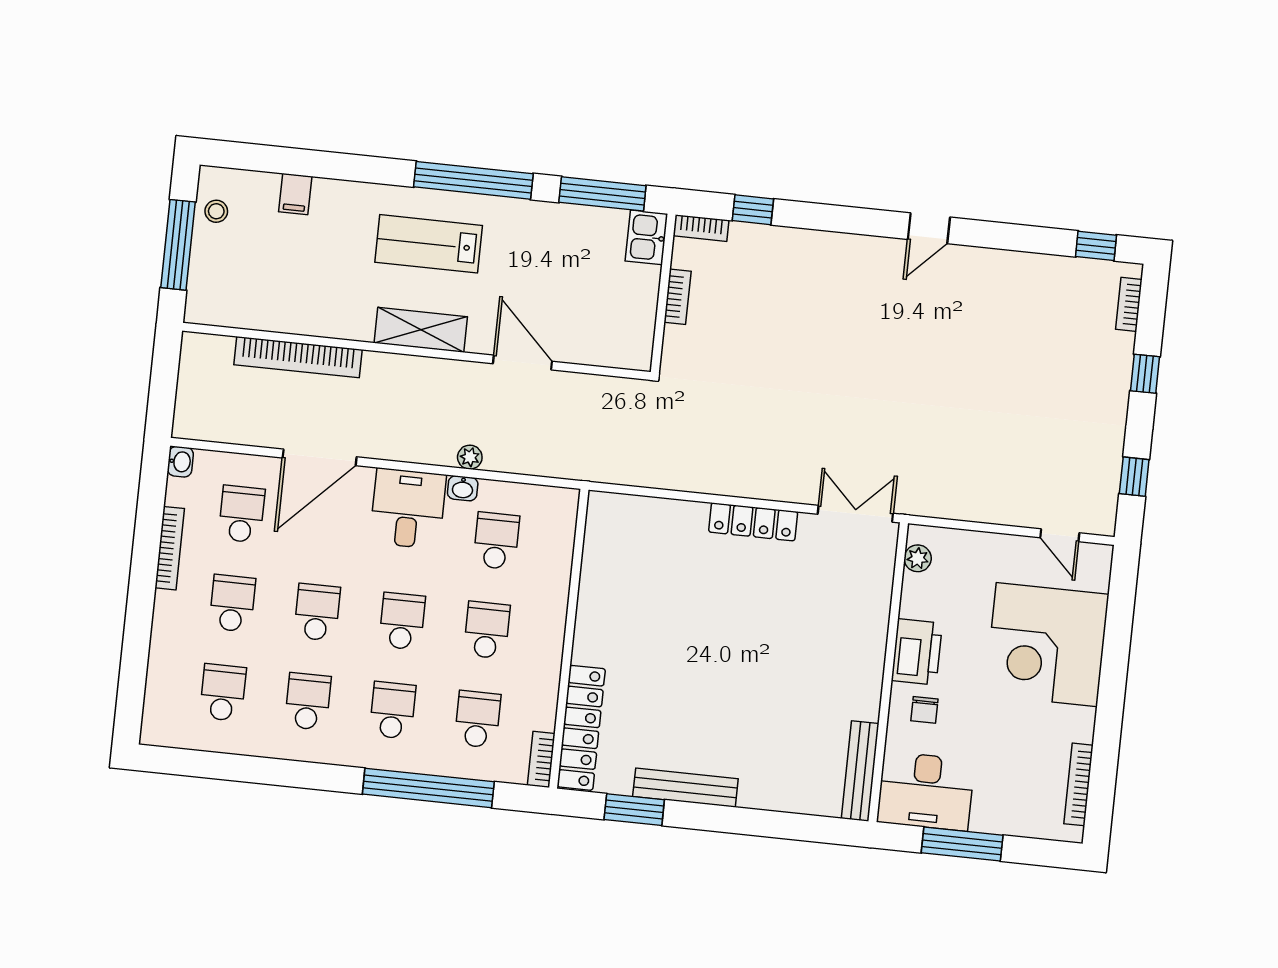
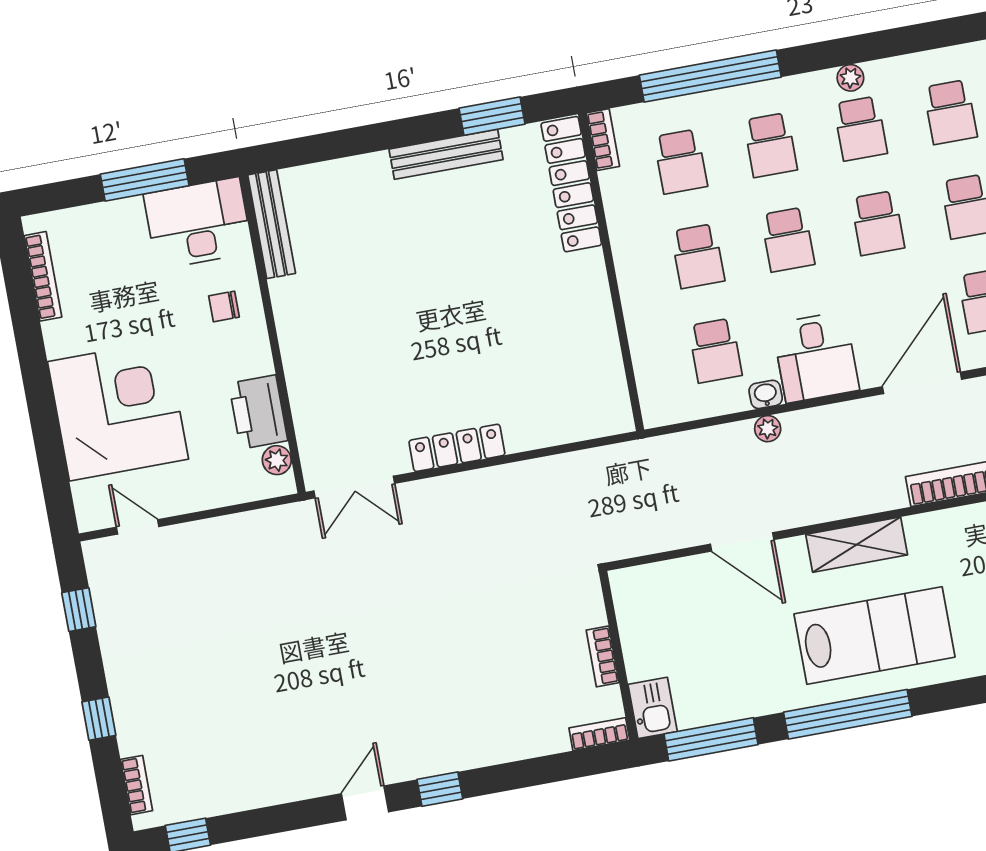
window: (753, 210) -> (440, 789), moved
lab bench: (429, 244) -> (874, 635), width x1.36, depth x1.39
printer: (917, 652) -> (258, 412), moved
chair: (924, 710) -> (224, 306), turned -90
plant: (303, 749) -> (850, 78), added

